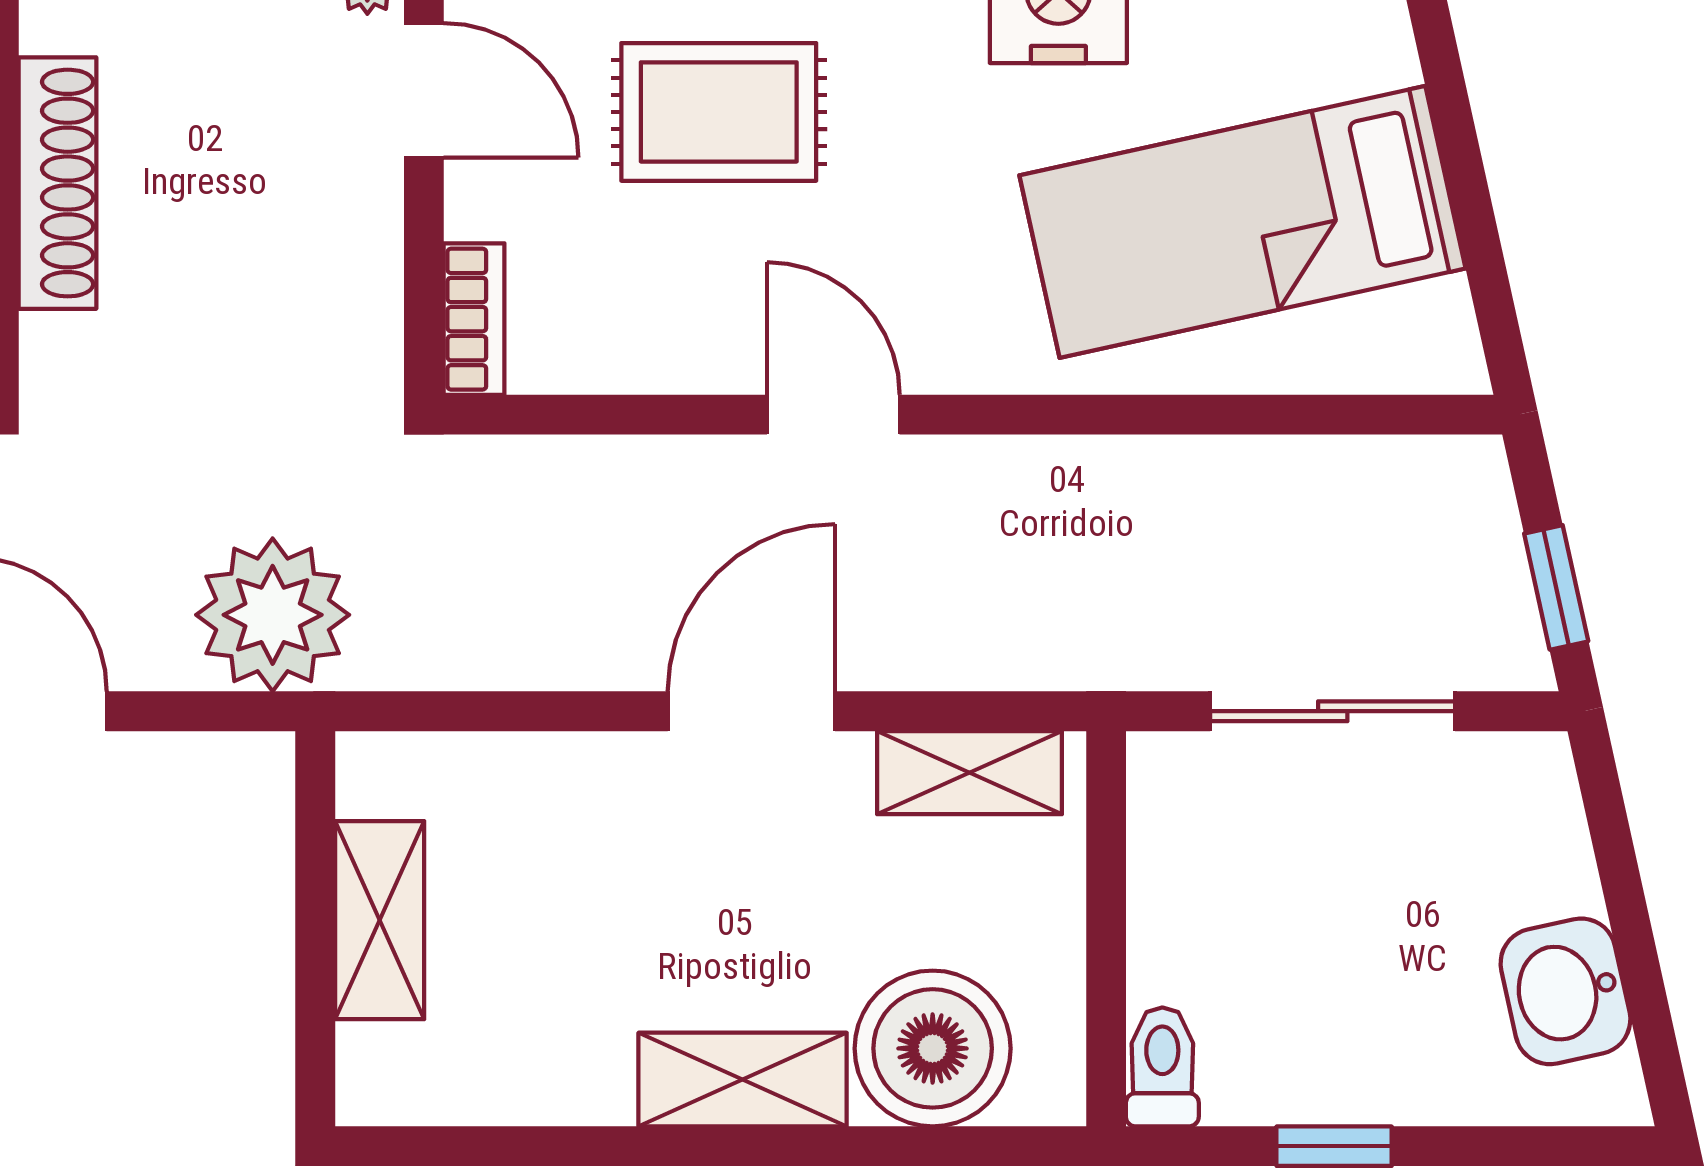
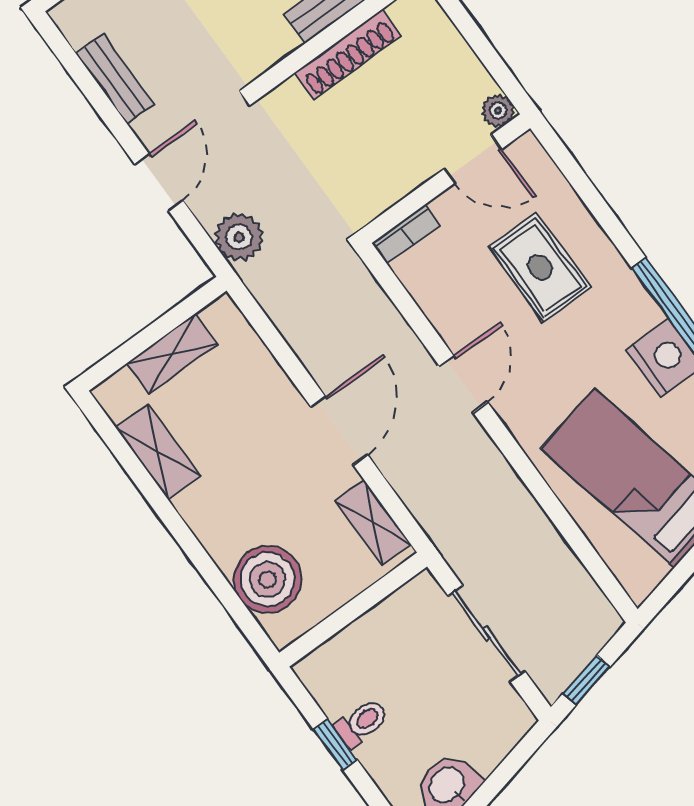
door: (424, 90) -> (473, 159), hinge flipped
plant: (273, 615) -> (239, 237), width x0.73, depth x0.73
door: (751, 711) -> (339, 431), hinge flipped
toilet: (1162, 1067) -> (362, 723), moved
shelving: (743, 1080) -> (158, 451), moved

